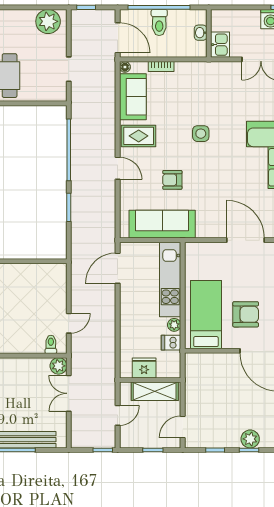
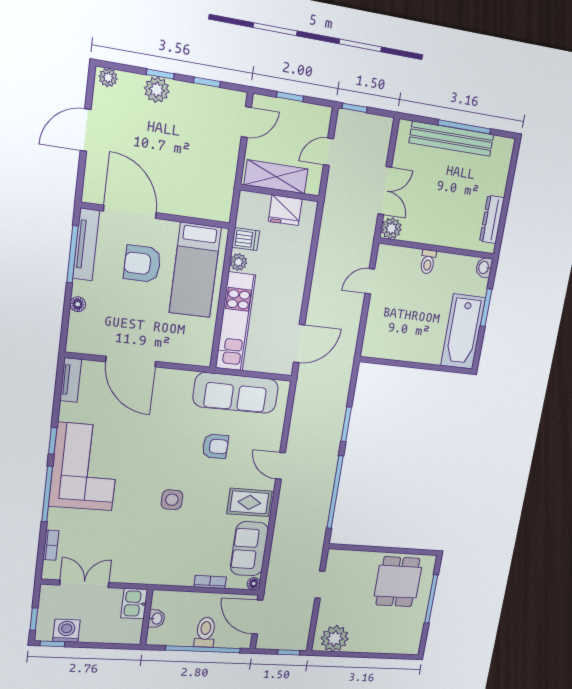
toilet: (51, 344) -> (428, 262), moved

